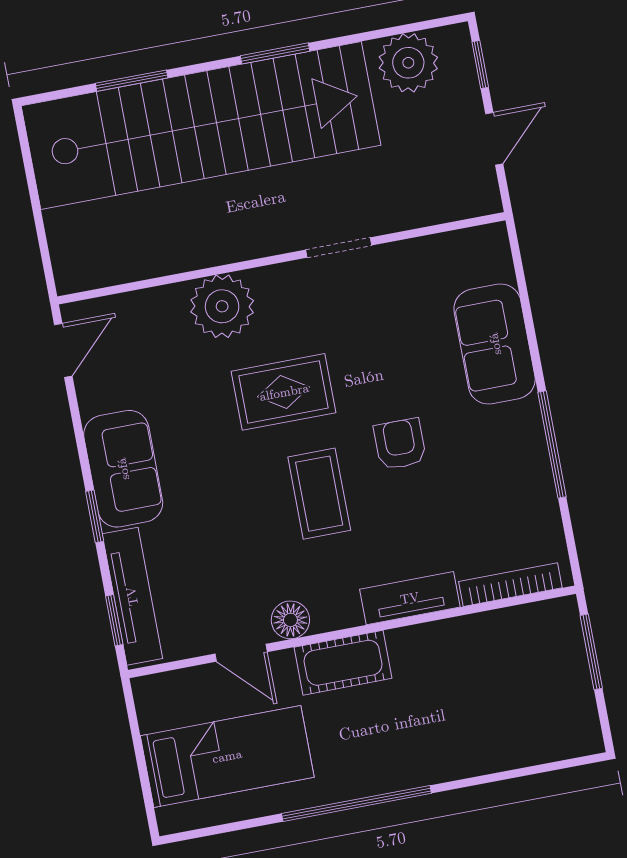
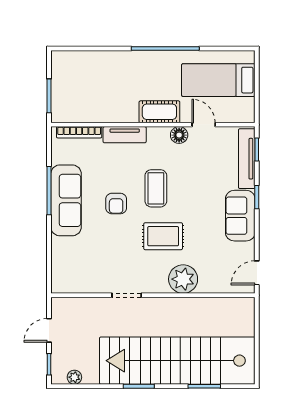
plant: (408, 63) -> (74, 377), width x0.53, depth x0.53
sofa: (495, 344) -> (66, 200), moved, width x1.36

